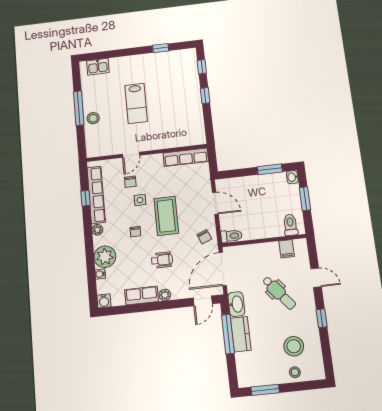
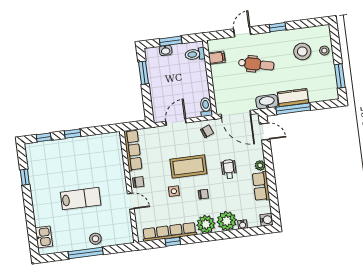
washbasin: (292, 177) -> (166, 50), moved
chair: (130, 182) -> (138, 182), moved
plant: (97, 230) -> (206, 224), width x1.87, depth x1.87
dental chair: (279, 293) -> (256, 64), turned 52

